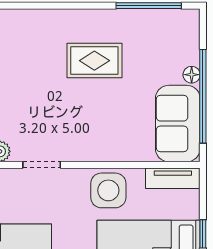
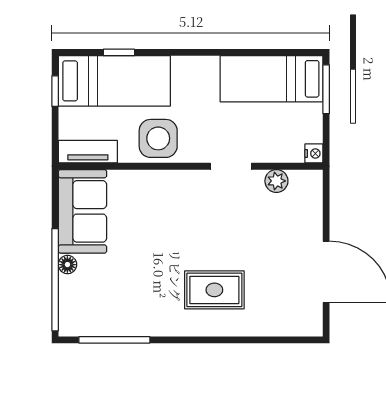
rug: (94, 61) -> (214, 290), moved
window: (203, 96) -> (55, 280), moved

